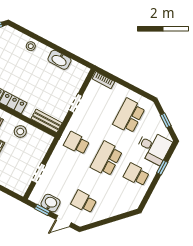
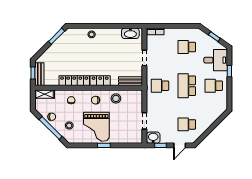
washbasin: (59, 60) -> (130, 33), moved
school desk: (129, 116) -> (187, 47), width x0.54
washbasin: (51, 203) -> (153, 138), moved

